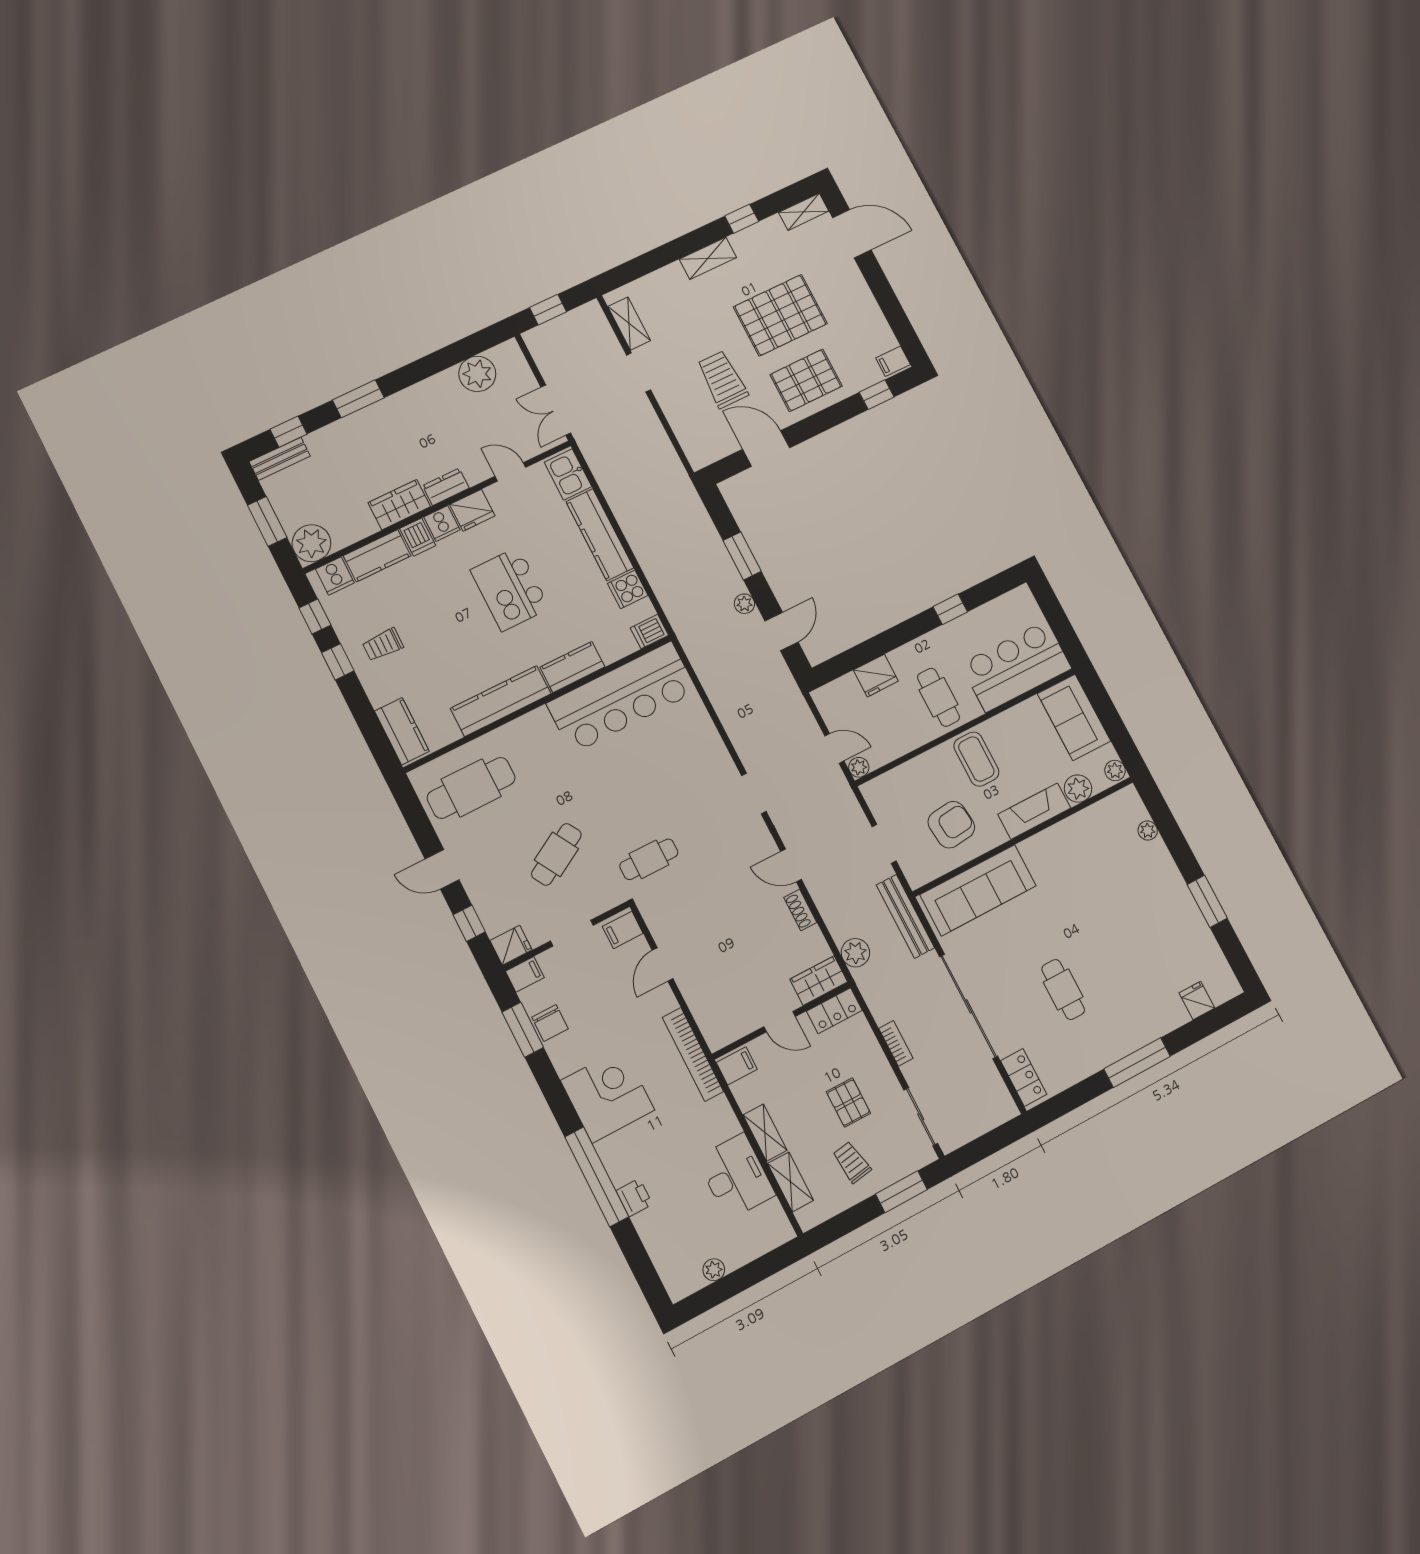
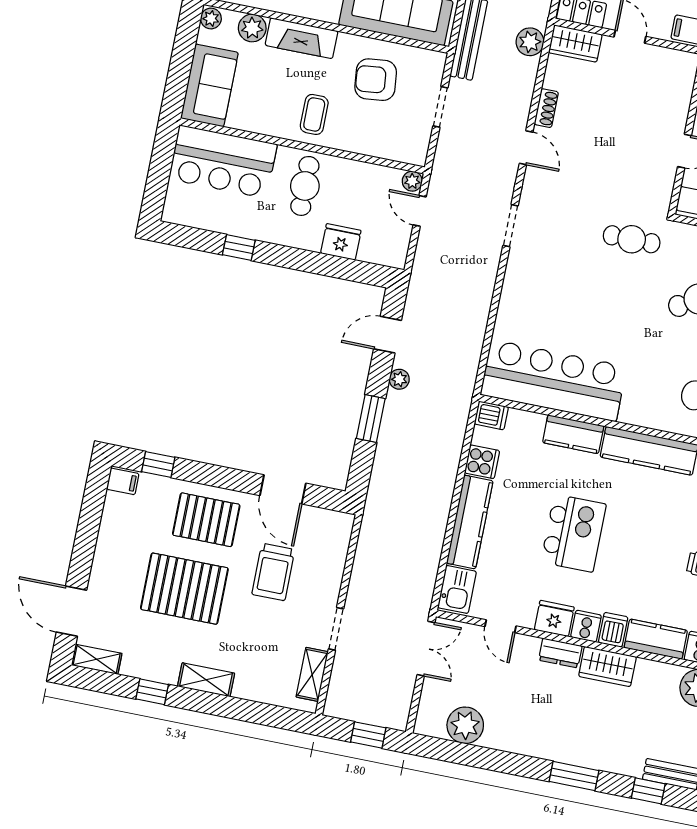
coffee table: (976, 759) -> (314, 114), width x0.73, depth x0.77

